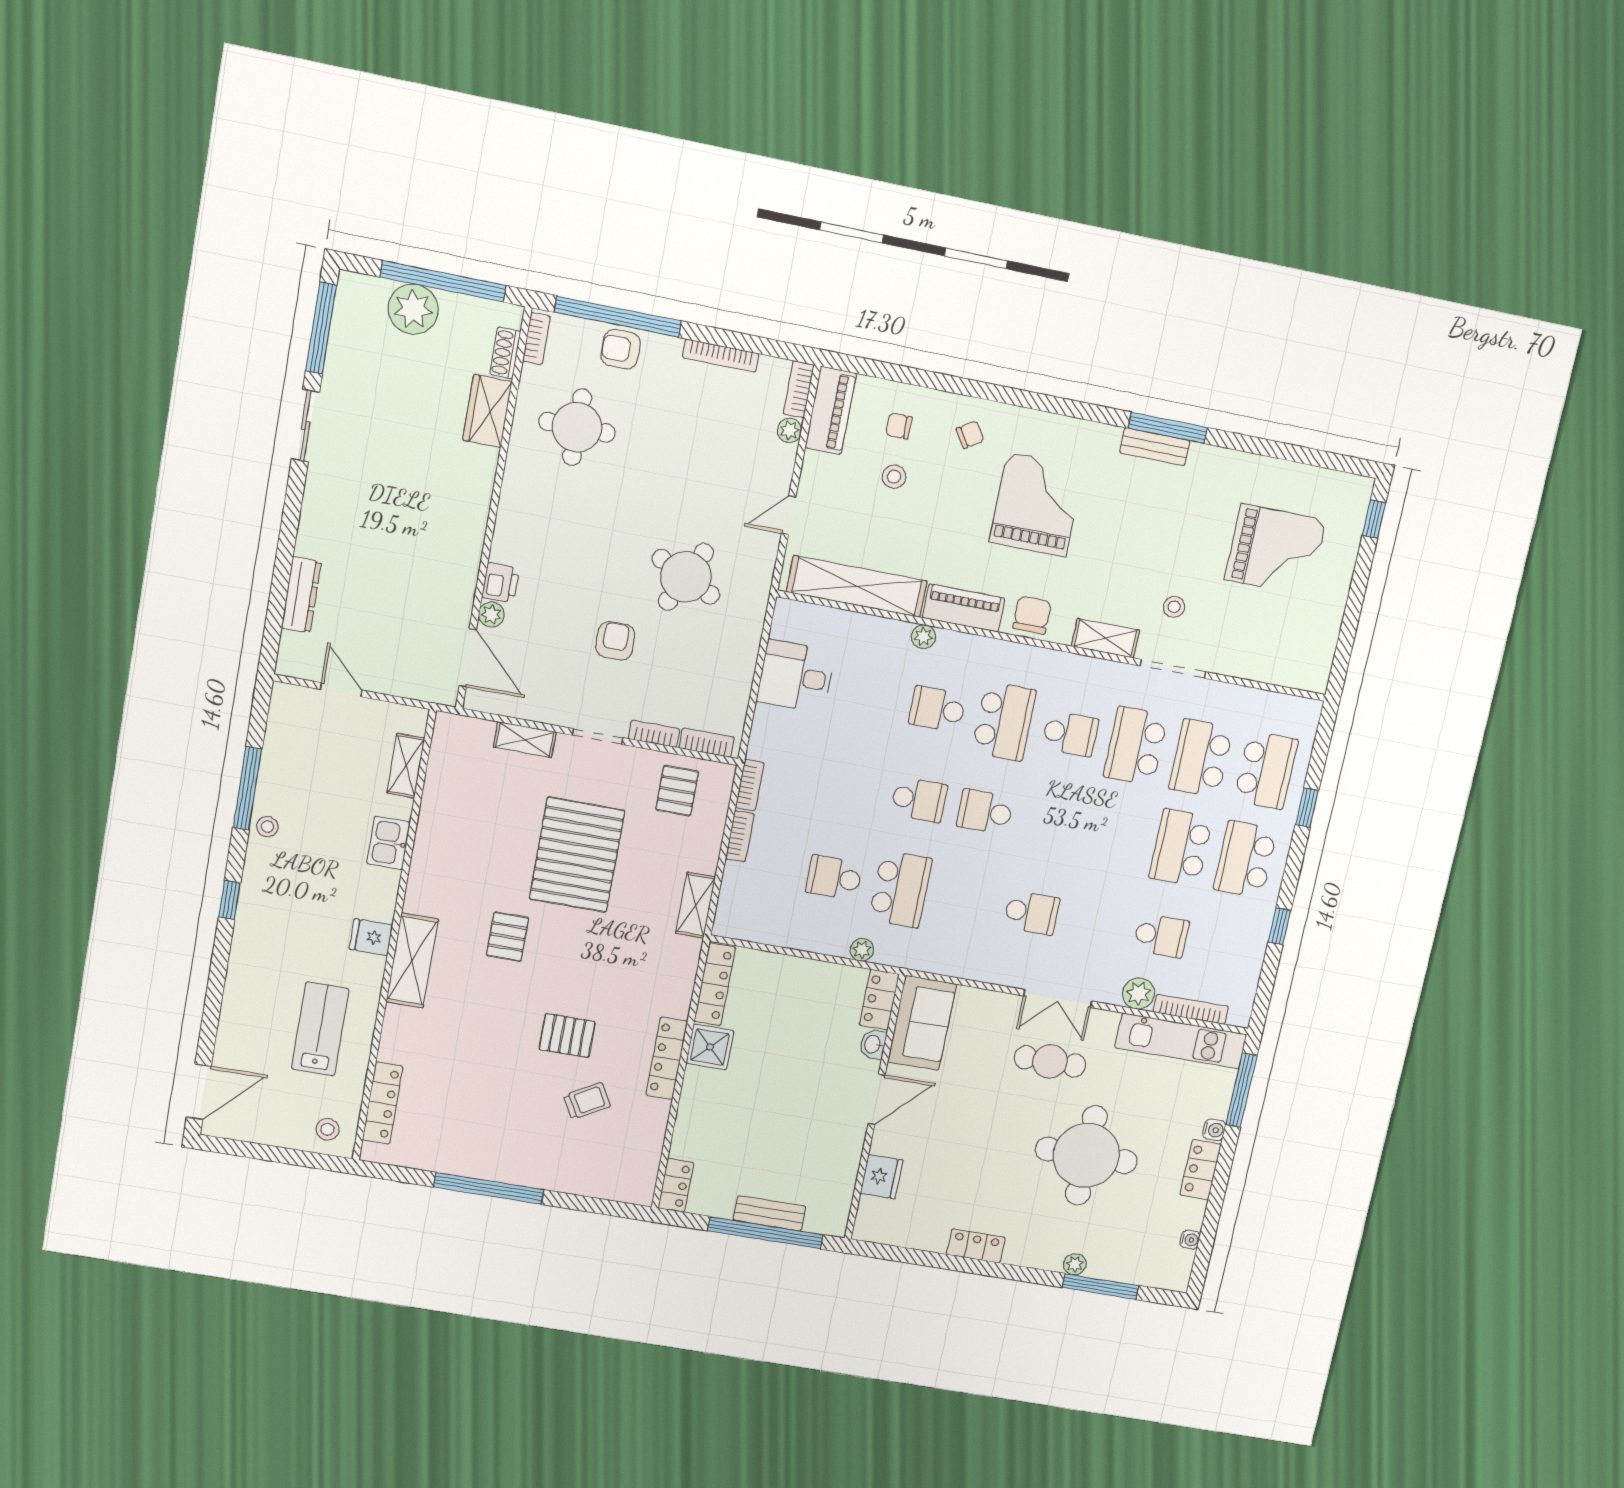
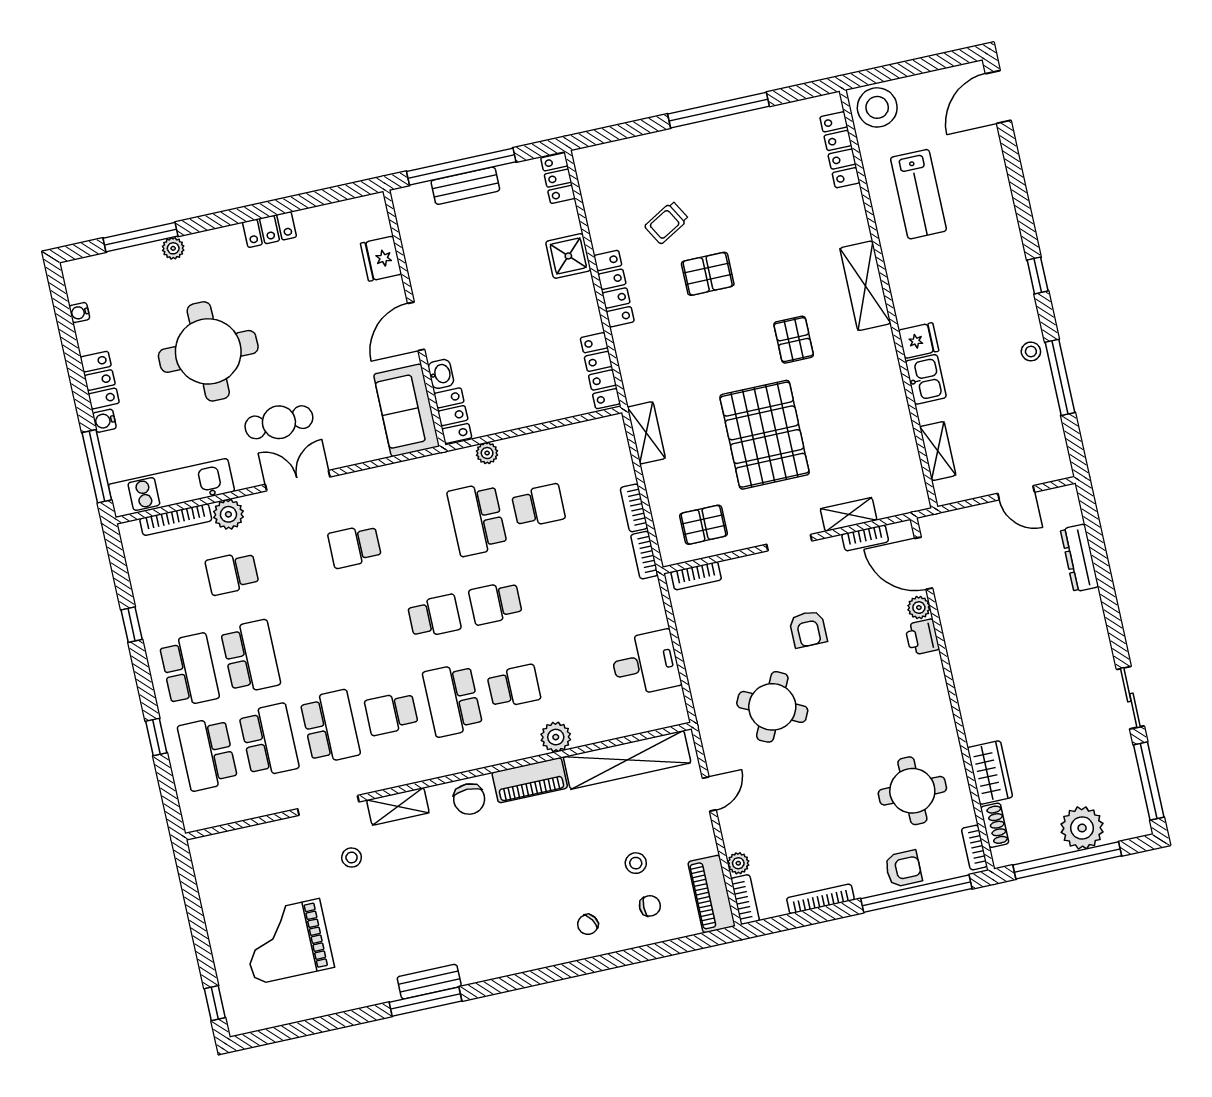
grand piano: (1037, 504) -> (507, 892), removed
plant: (924, 637) -> (556, 737), width x1.38, depth x1.38
bookcase: (654, 734) -> (865, 538), moved
pallet: (677, 791) -> (703, 525), turned 90
fridge: (371, 937) -> (919, 341), moved
shower: (710, 1047) -> (568, 256), moved
stool: (328, 1129) -> (877, 107), width x1.89, depth x1.89

